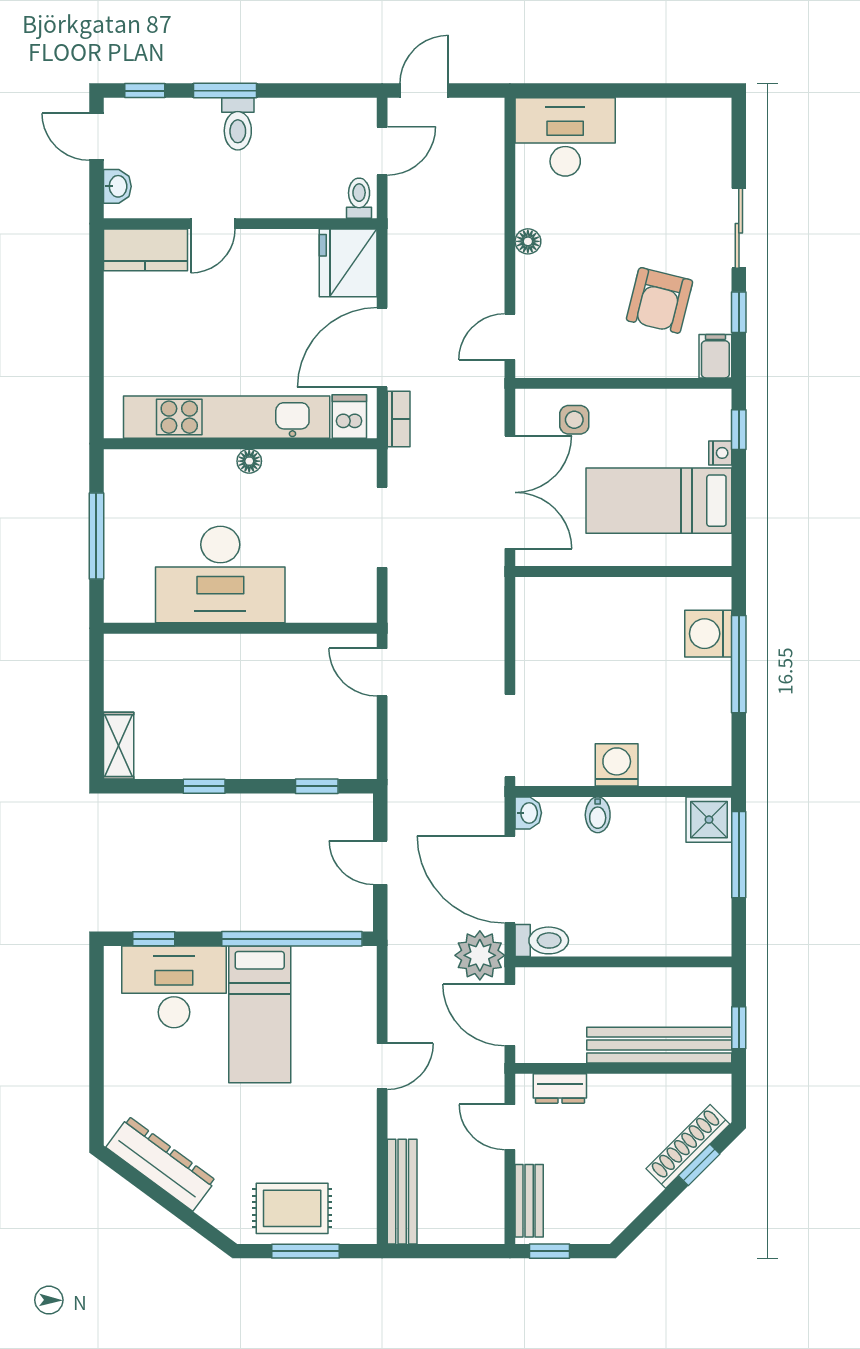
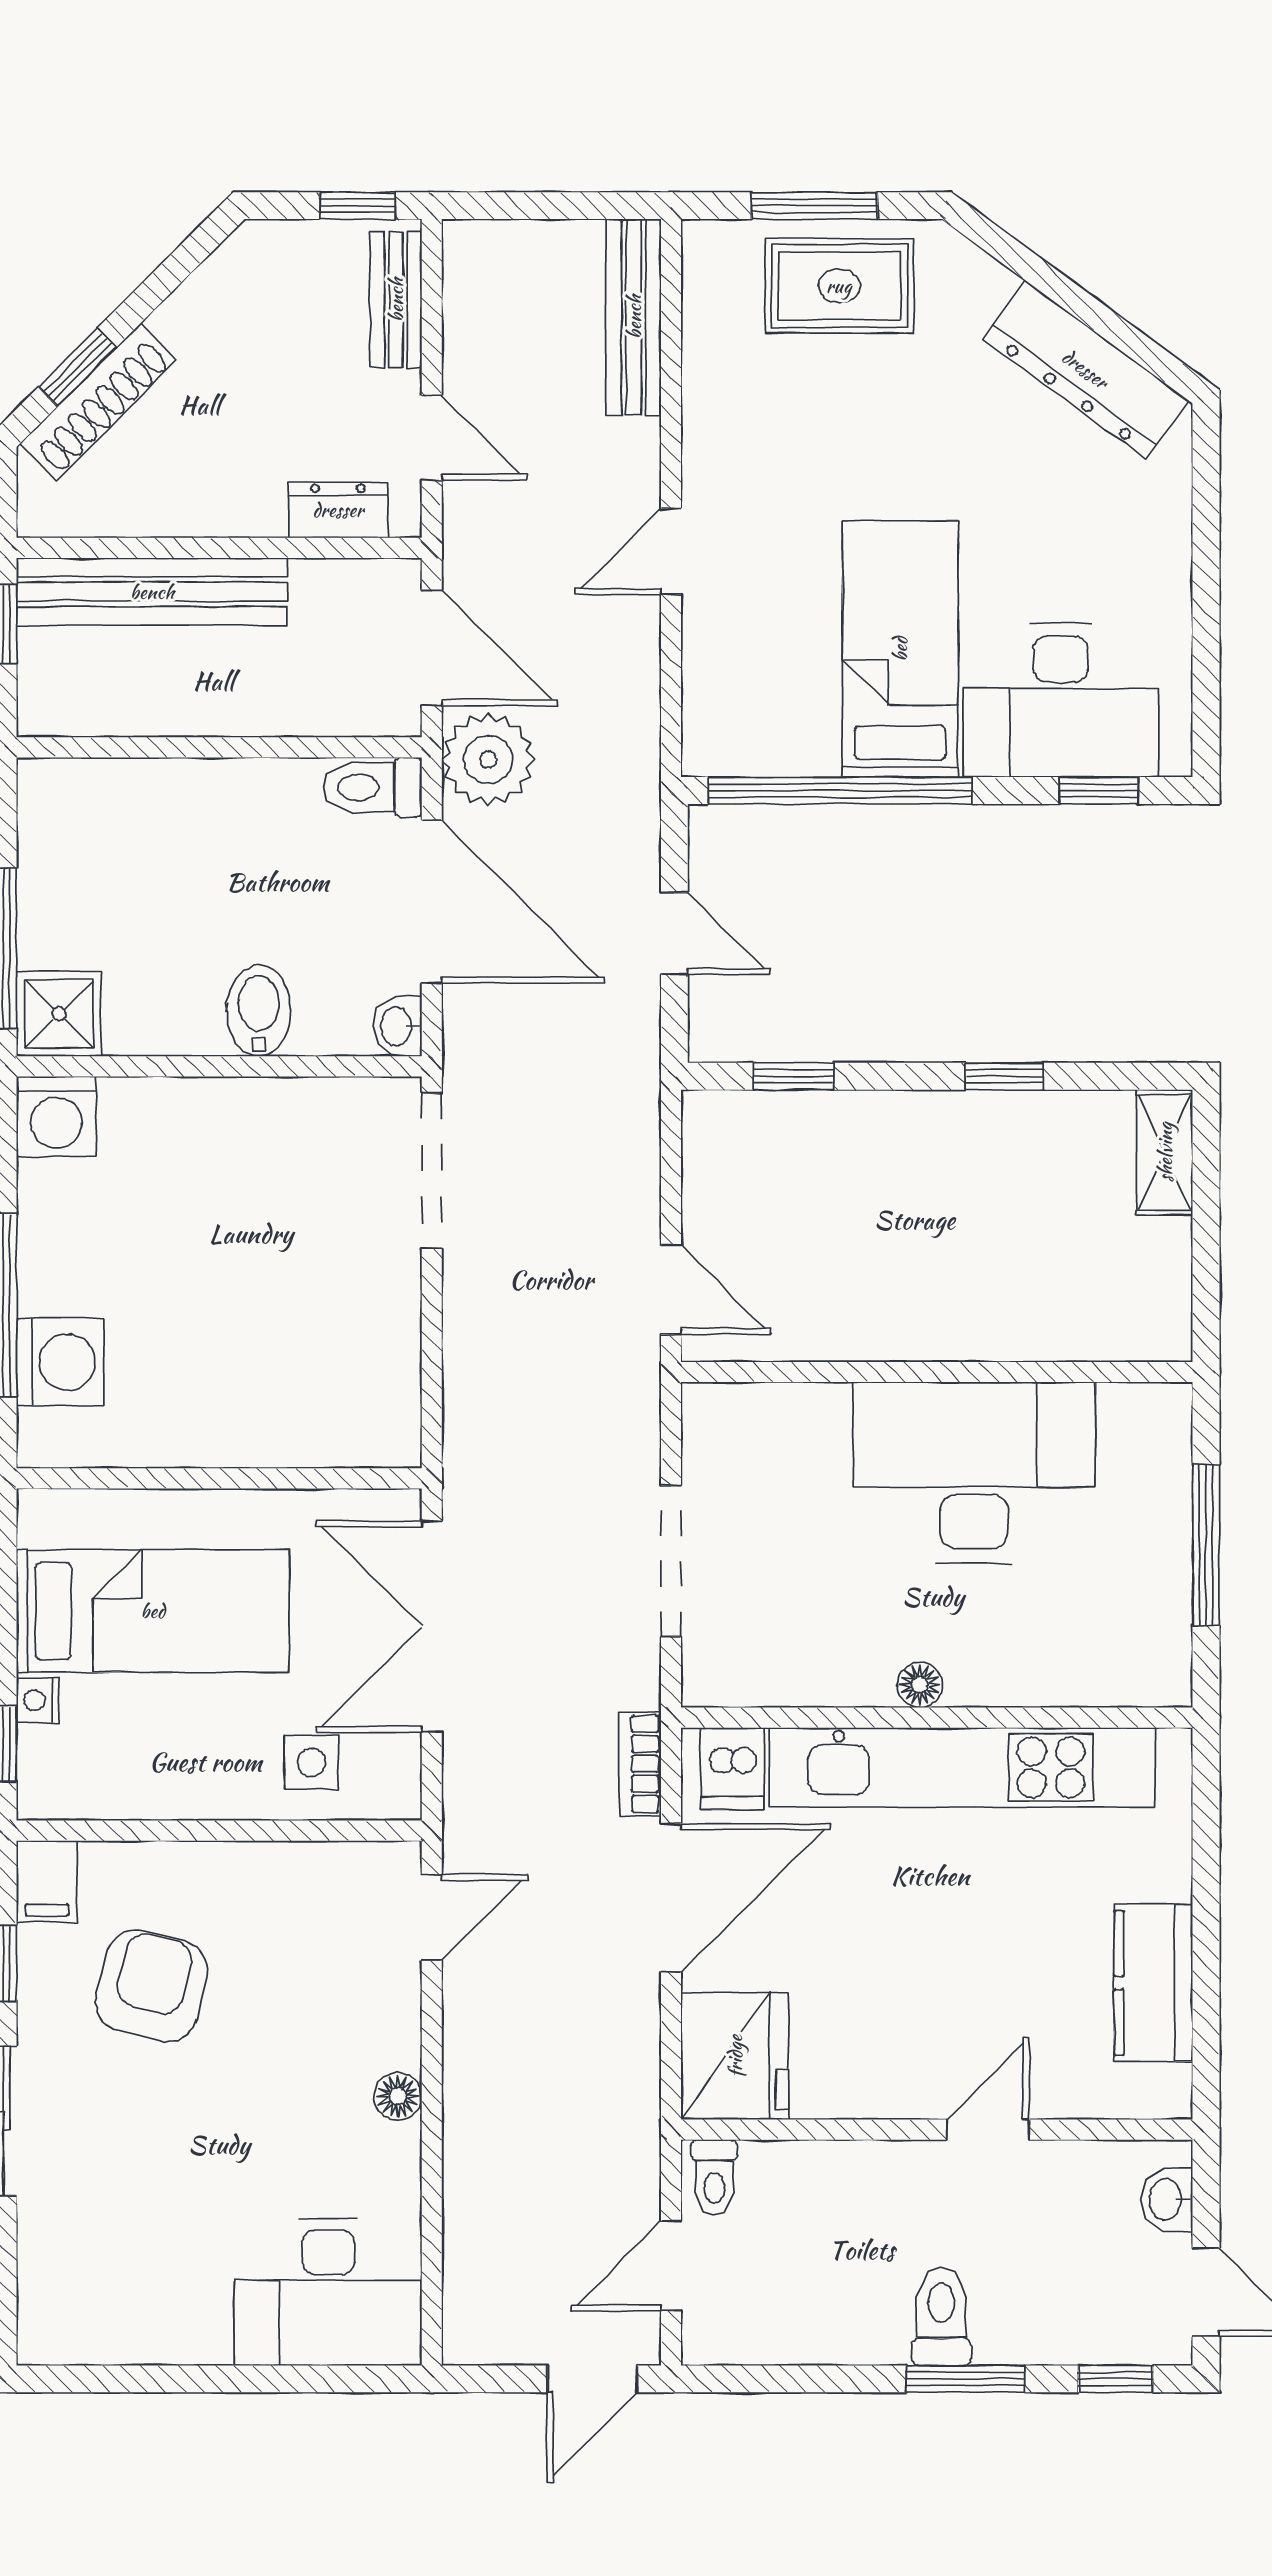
kitchen counter: (145, 250) -> (1153, 1983), moved, turned -90
washing machine: (617, 765) -> (56, 1116), moved
bidet: (598, 815) -> (259, 1011), width x1.38, depth x1.36

